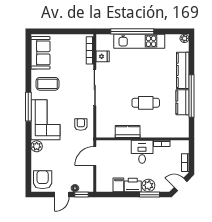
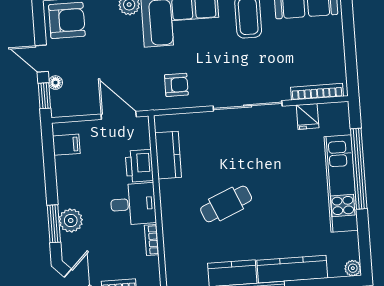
cafe table: (146, 103) -> (226, 204), turned 67
kitchen counter: (128, 131) -> (168, 155), moved
filing cabinet: (118, 185) -> (66, 145), moved
printer: (133, 185) -> (139, 166), moved, turned 180

